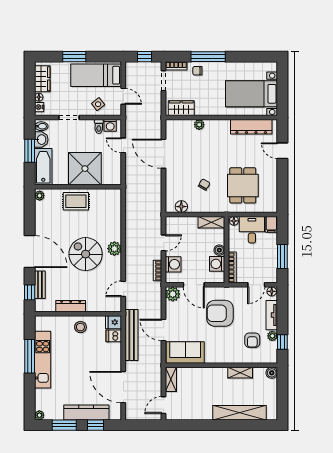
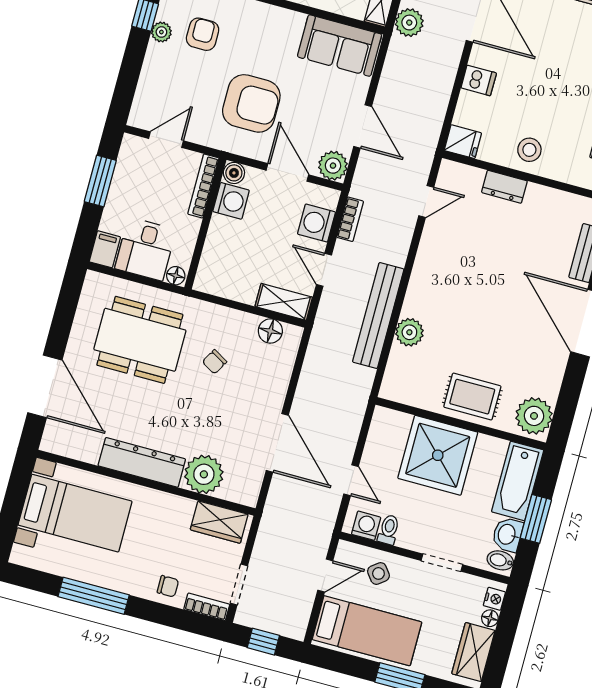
window: (208, 57) -> (94, 596), moved
door: (123, 96) -> (325, 576), swing flipped
plant: (199, 125) -> (204, 474), width x1.87, depth x1.87
dresser: (251, 127) -> (142, 462), moved
door: (282, 151) -> (45, 386), width x1.87
dining table: (243, 185) -> (140, 340), width x1.37
plant: (40, 196) -> (534, 416), width x1.88, depth x1.88
shelving: (211, 222) -> (284, 302), moved
door: (164, 243) -> (324, 270), hinge flipped
plant: (114, 249) -> (409, 332), moved
boiler: (219, 250) -> (234, 173), moved
spiral stairs: (86, 254) -> (481, 289), removed
floor lamp: (272, 291) -> (139, 119), removed
dresser: (71, 306) -> (504, 187), moved, width x0.70
tv unit: (272, 315) -> (152, 73), removed
door: (164, 330) -> (363, 126), moved
bench: (132, 335) -> (378, 316), moved
dishwasher: (114, 336) -> (479, 80), moved
plant: (155, 373) -> (409, 23), added

